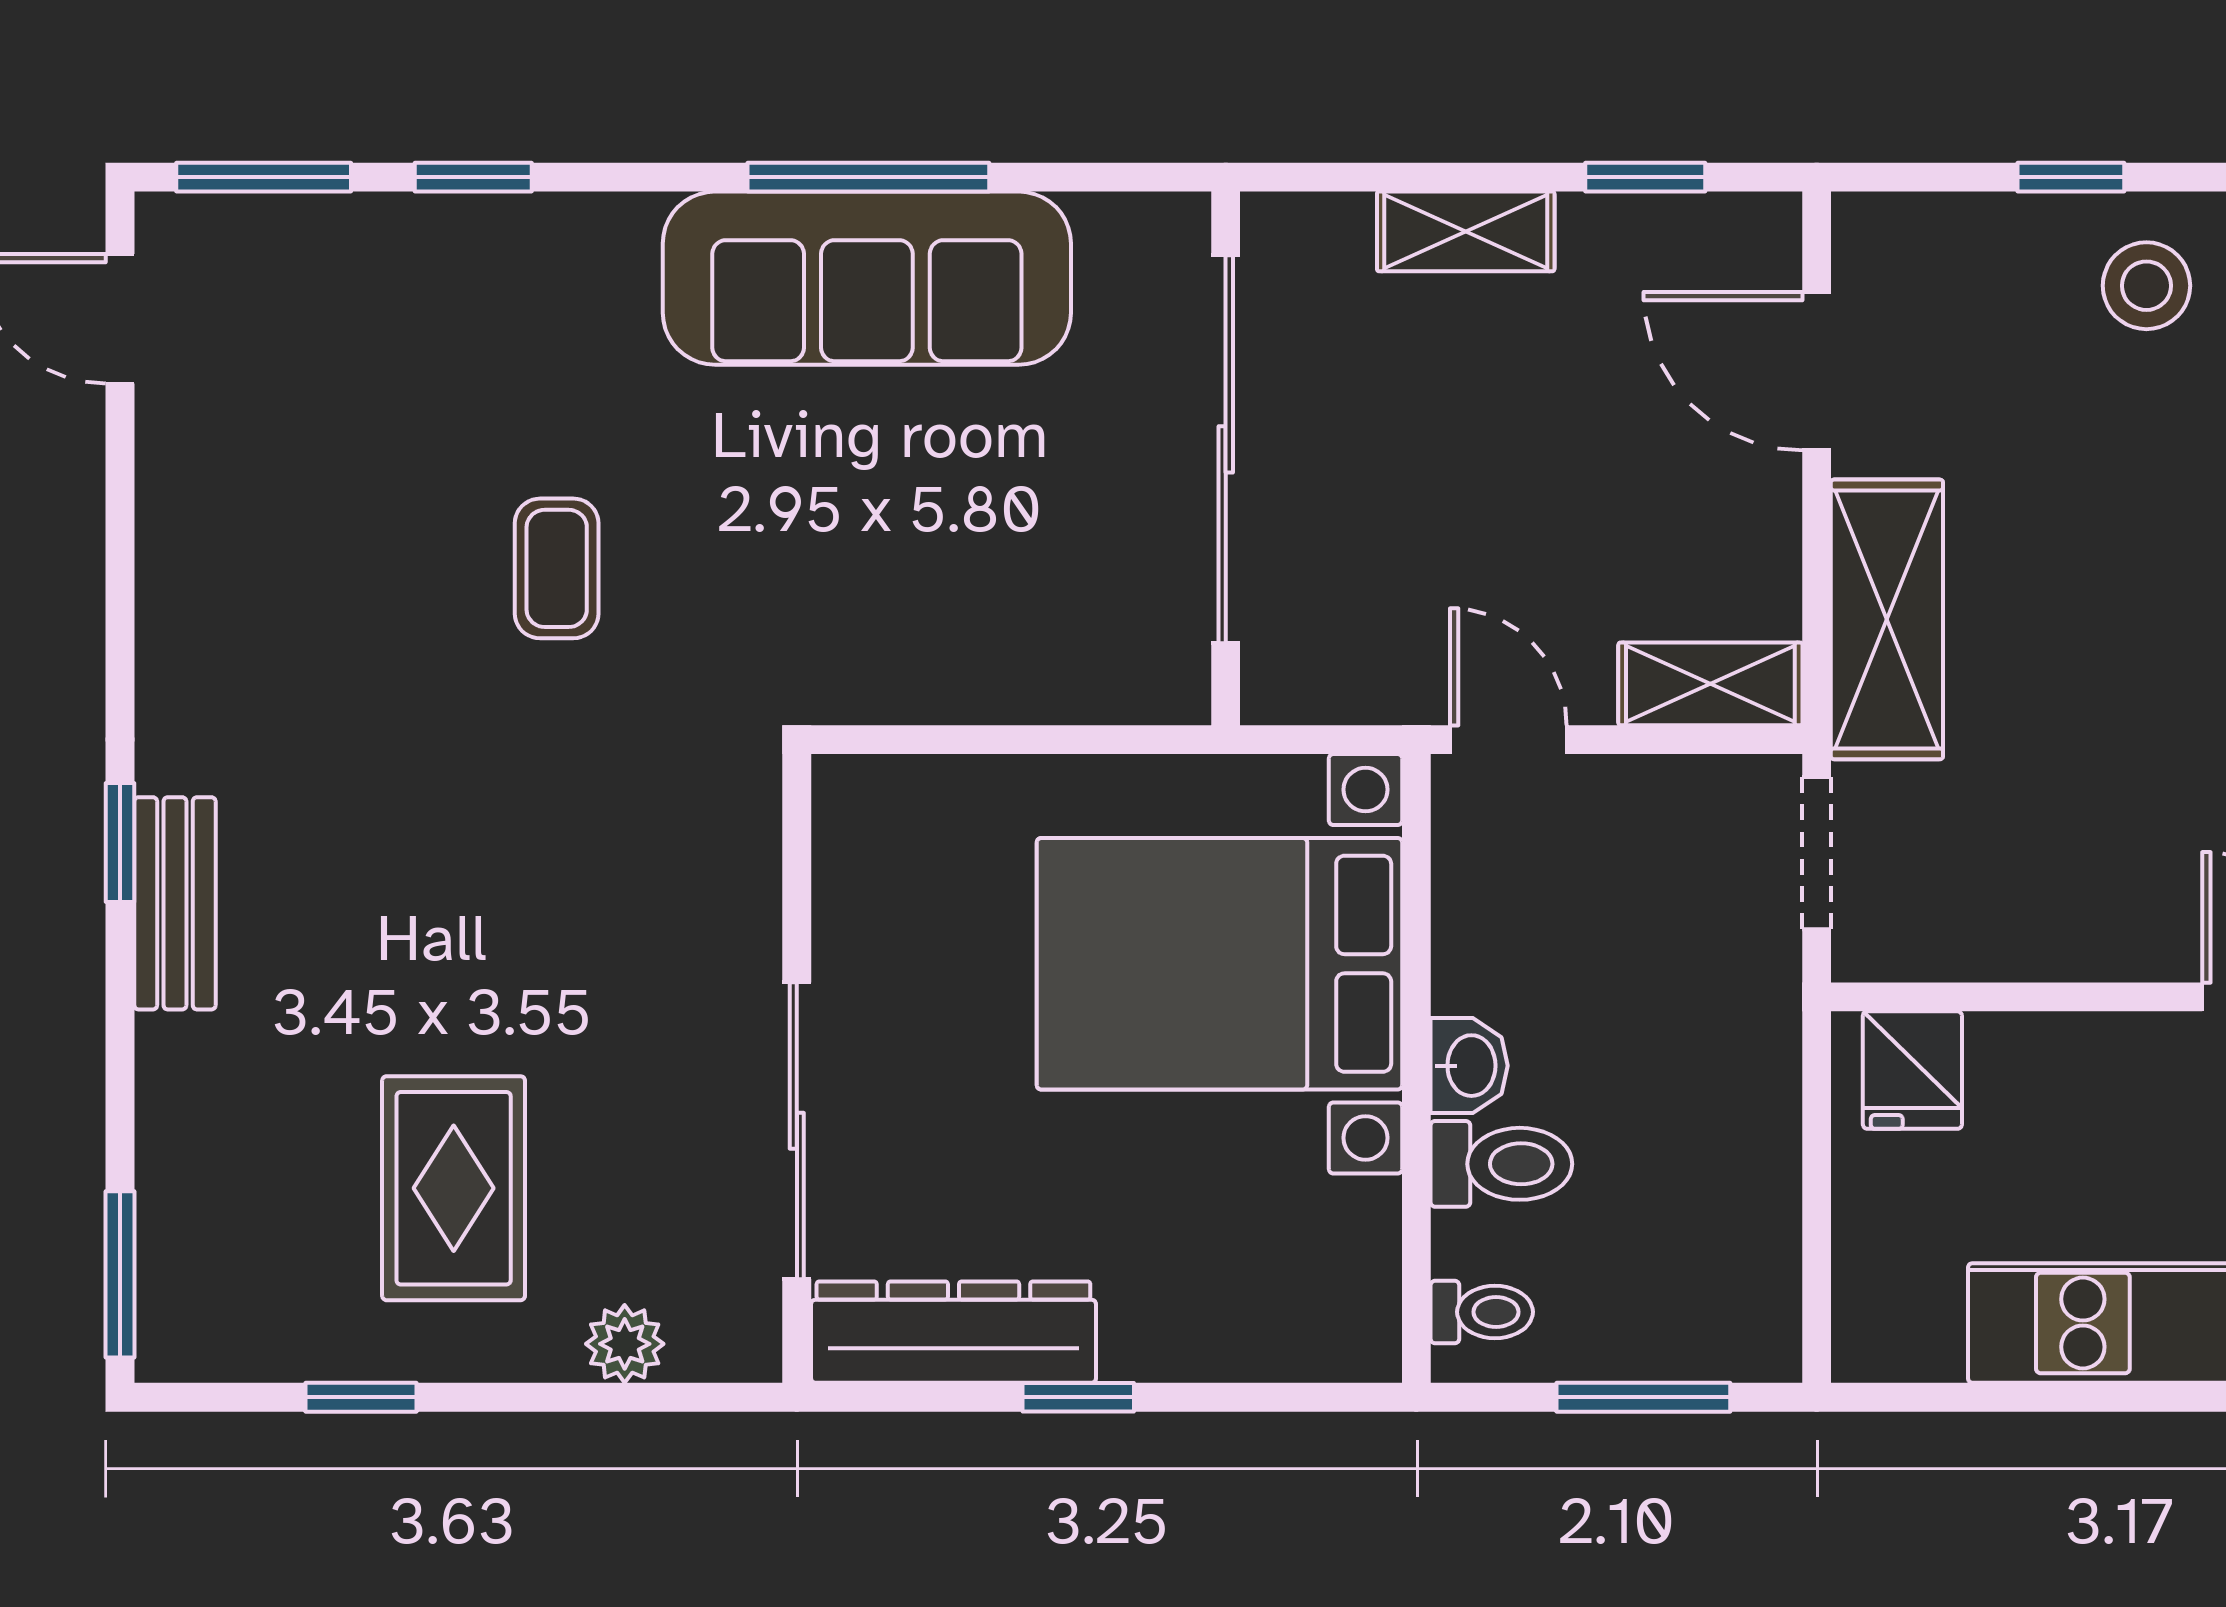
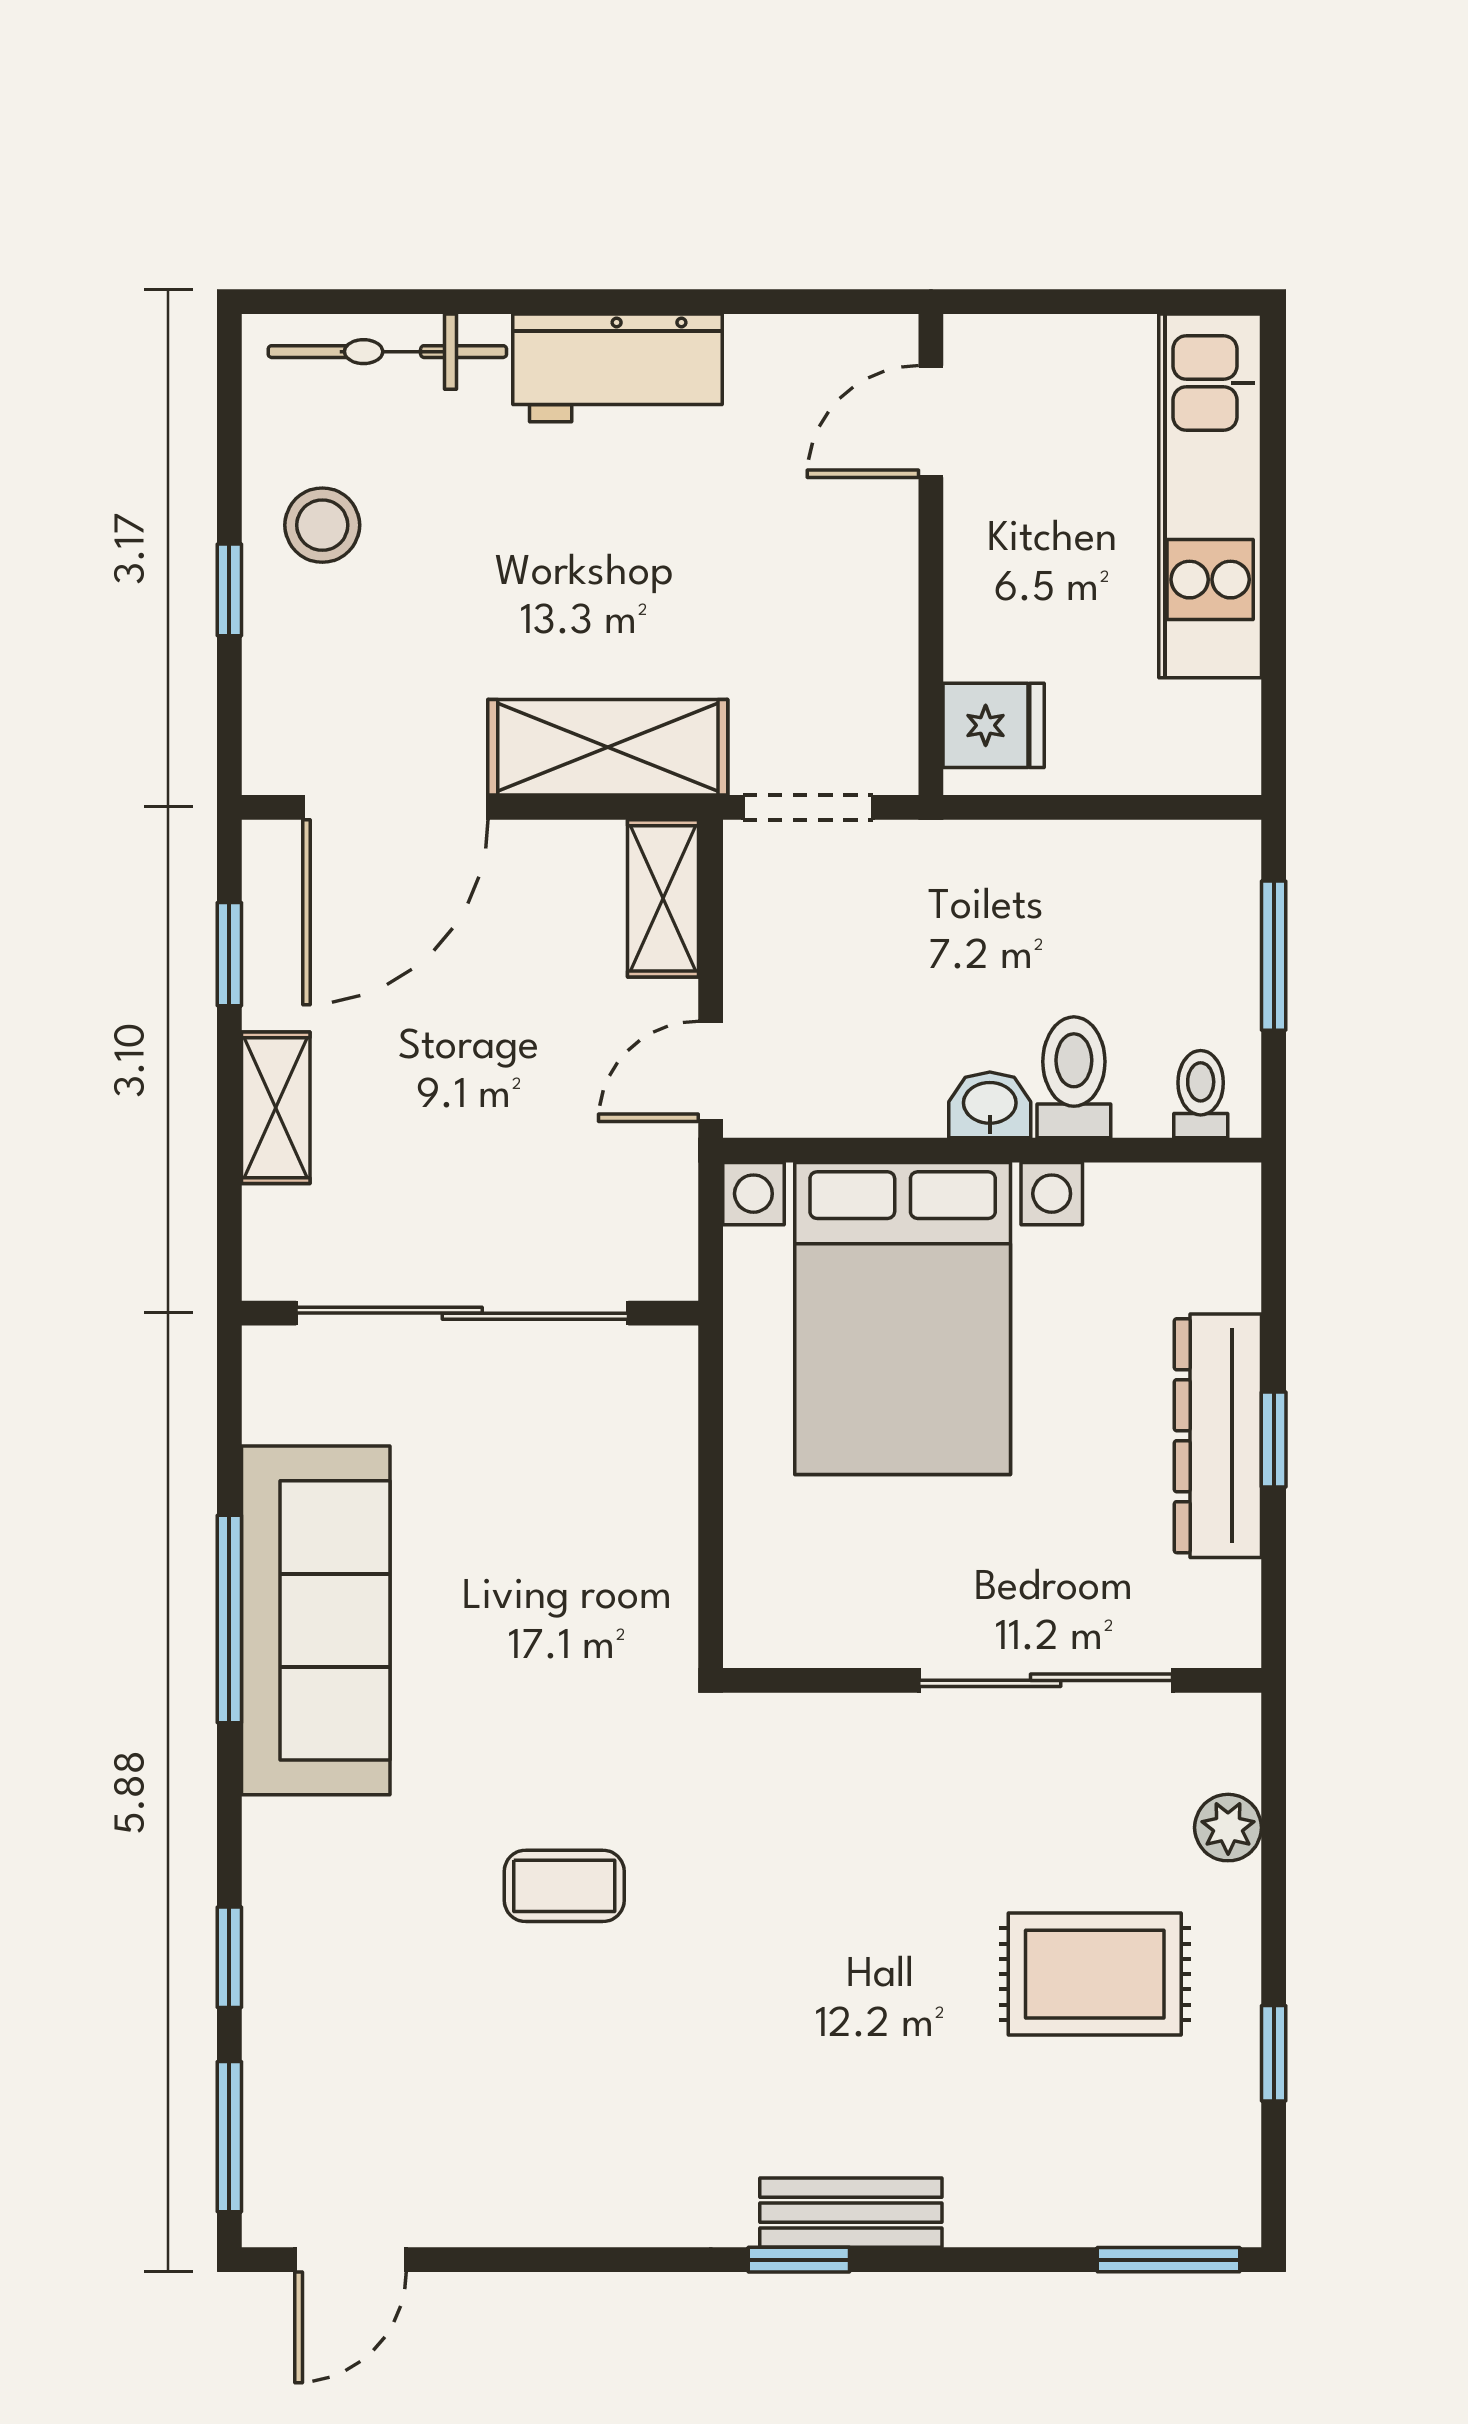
door: (1817, 371) -> (395, 807), width x1.36
dresser: (953, 1332) -> (1218, 1436), moved

